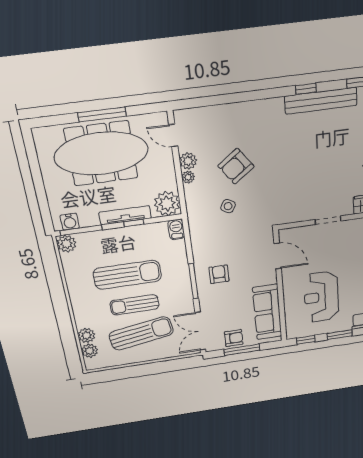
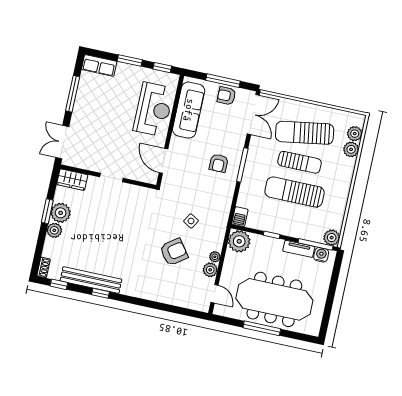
tv unit: (125, 215) -> (299, 249), moved, width x0.71
reception desk: (321, 297) -> (154, 109), moved

